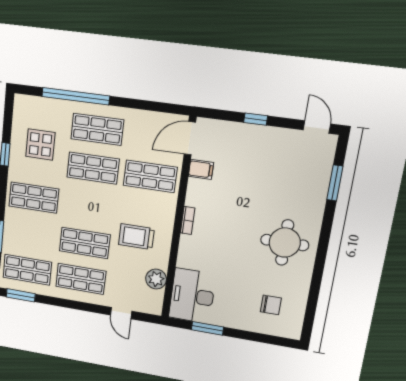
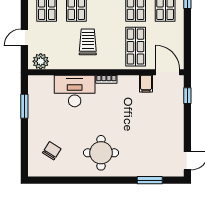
window: (256, 119) -> (187, 96), moved
plant: (156, 279) -> (41, 61), moved
desk: (192, 296) -> (75, 91), moved
chair: (271, 305) -> (52, 151), turned -148

